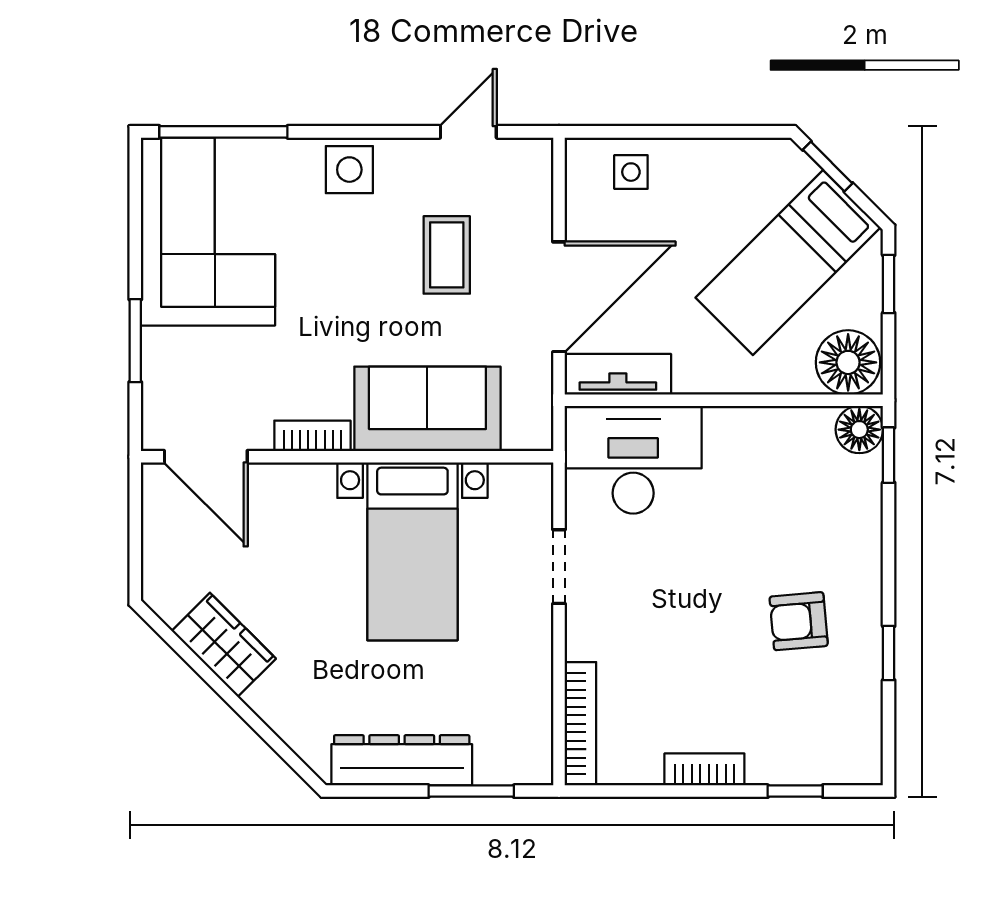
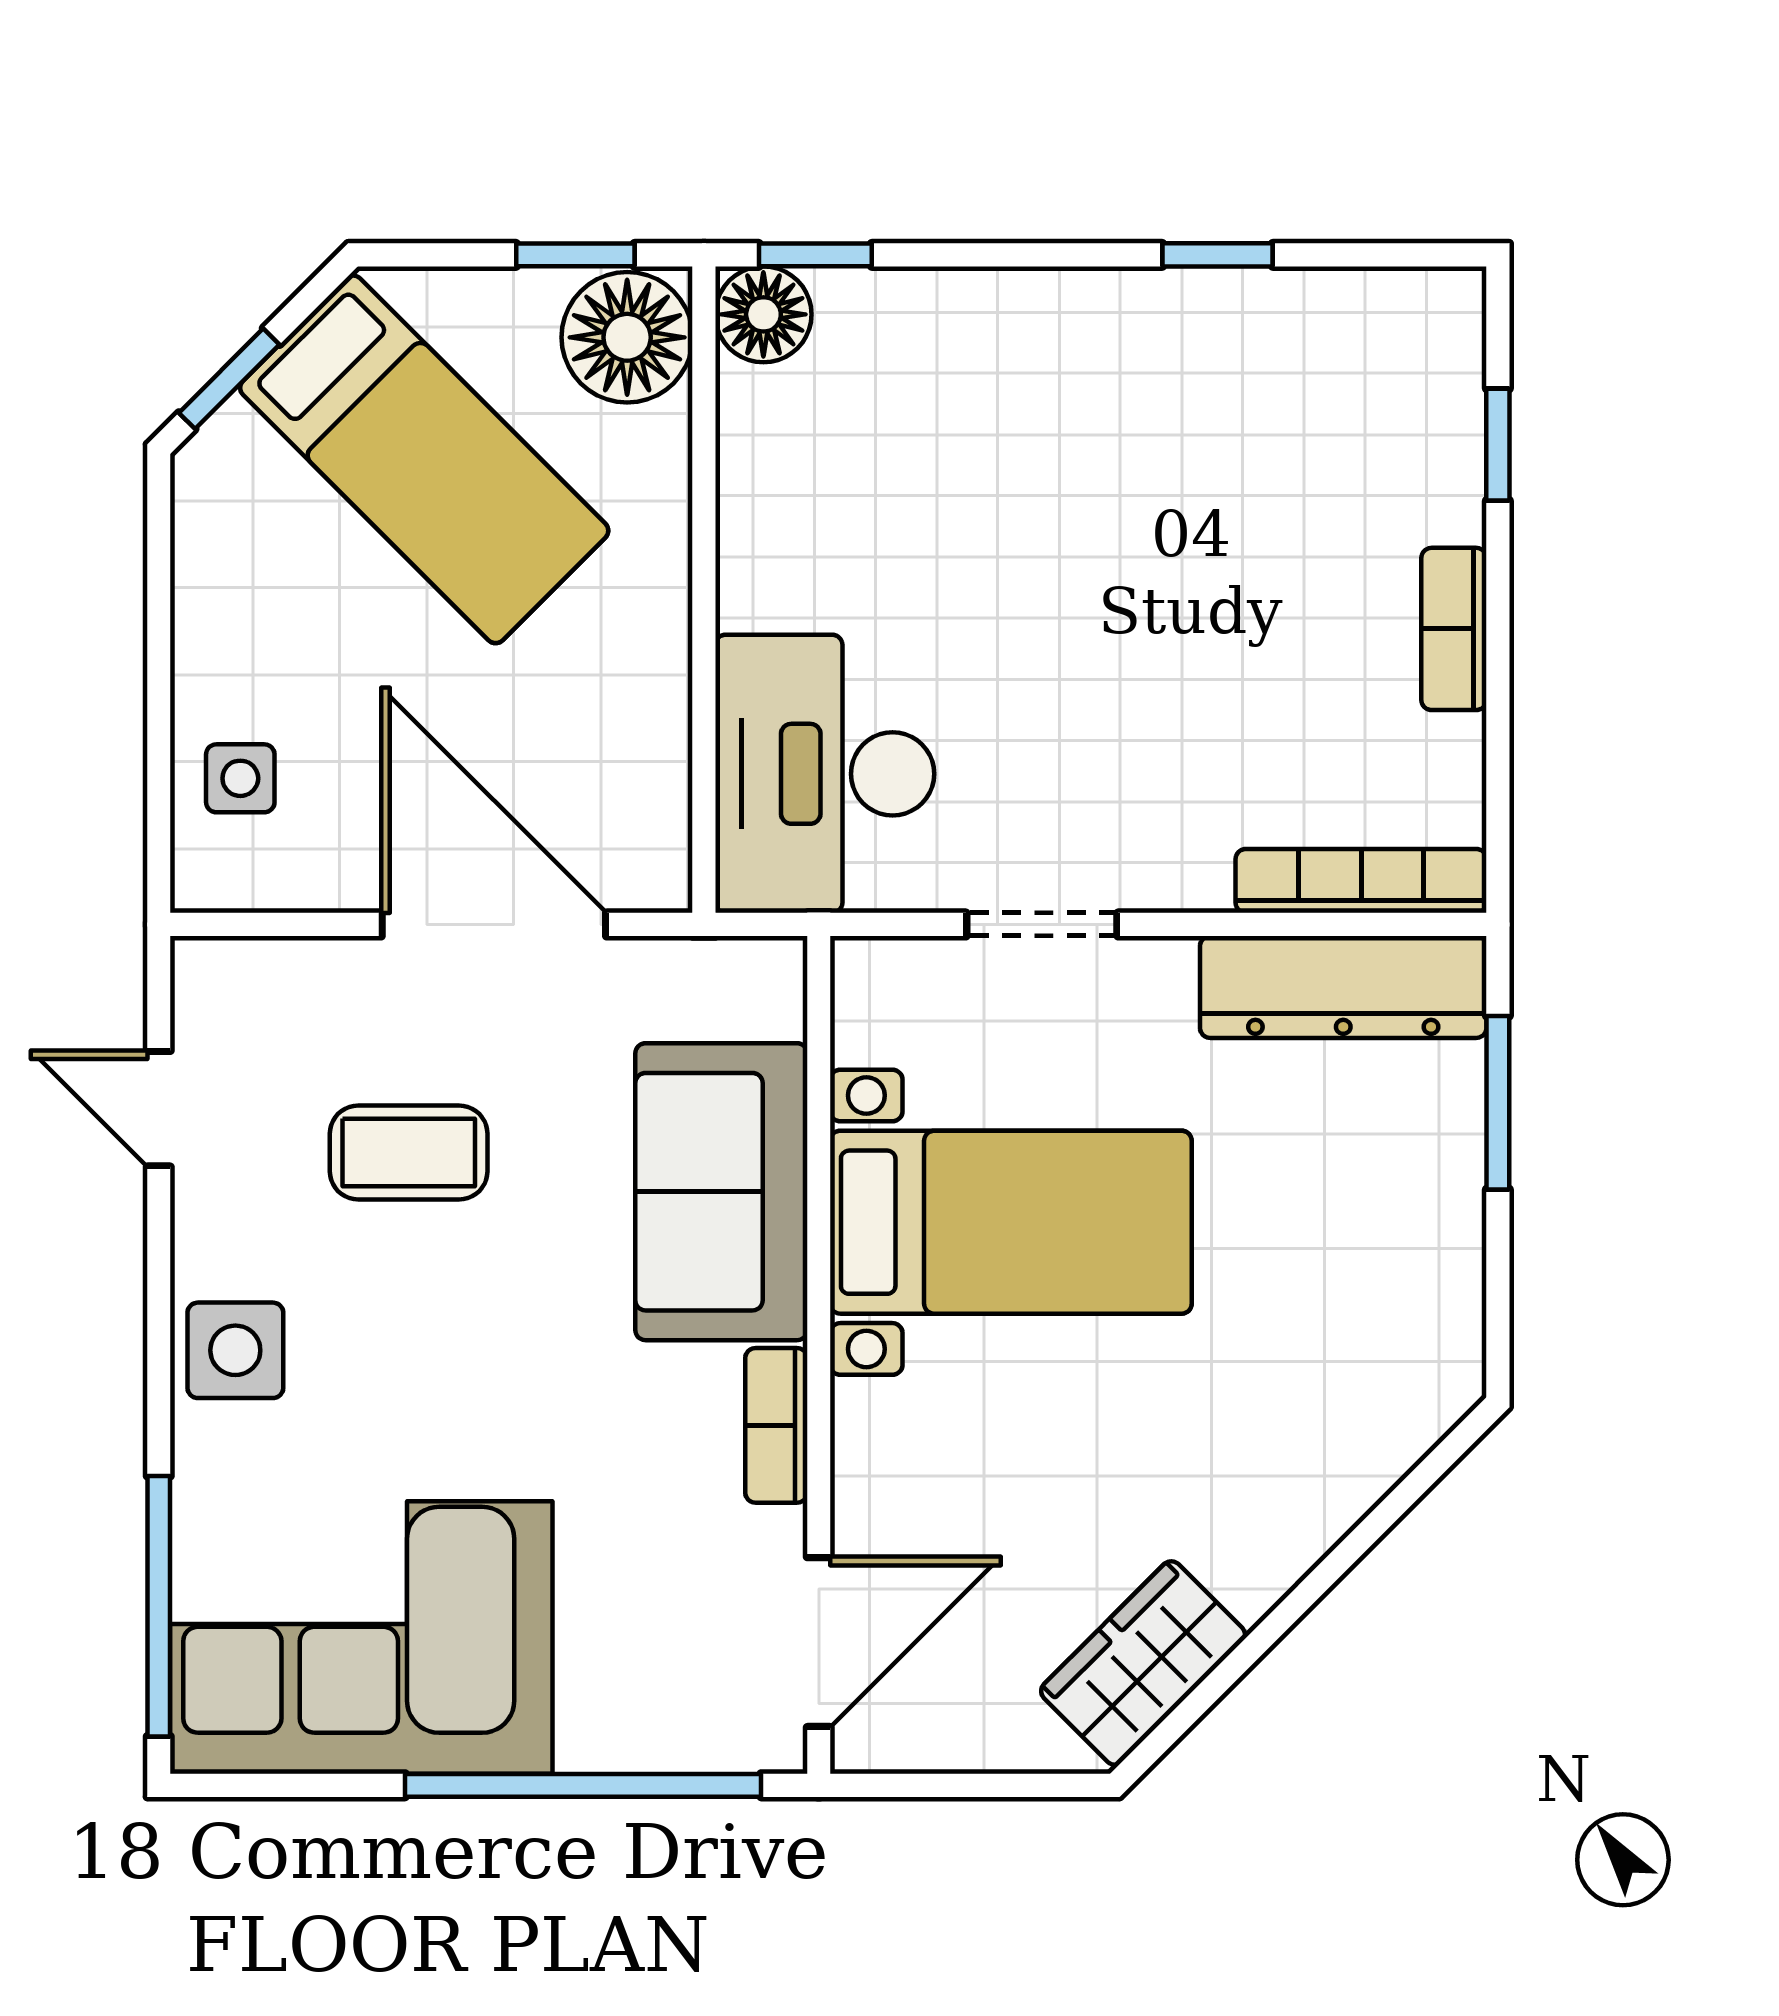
window: (889, 284) -> (575, 255), moved
window: (135, 341) -> (583, 1785), width x2.11
tv unit: (618, 374) -> (651, 805), removed
armchair: (799, 621) -> (1153, 438), removed
wardrobe: (224, 645) -> (1143, 1663), moved
dresser: (402, 760) -> (1343, 987), moved, turned -90

